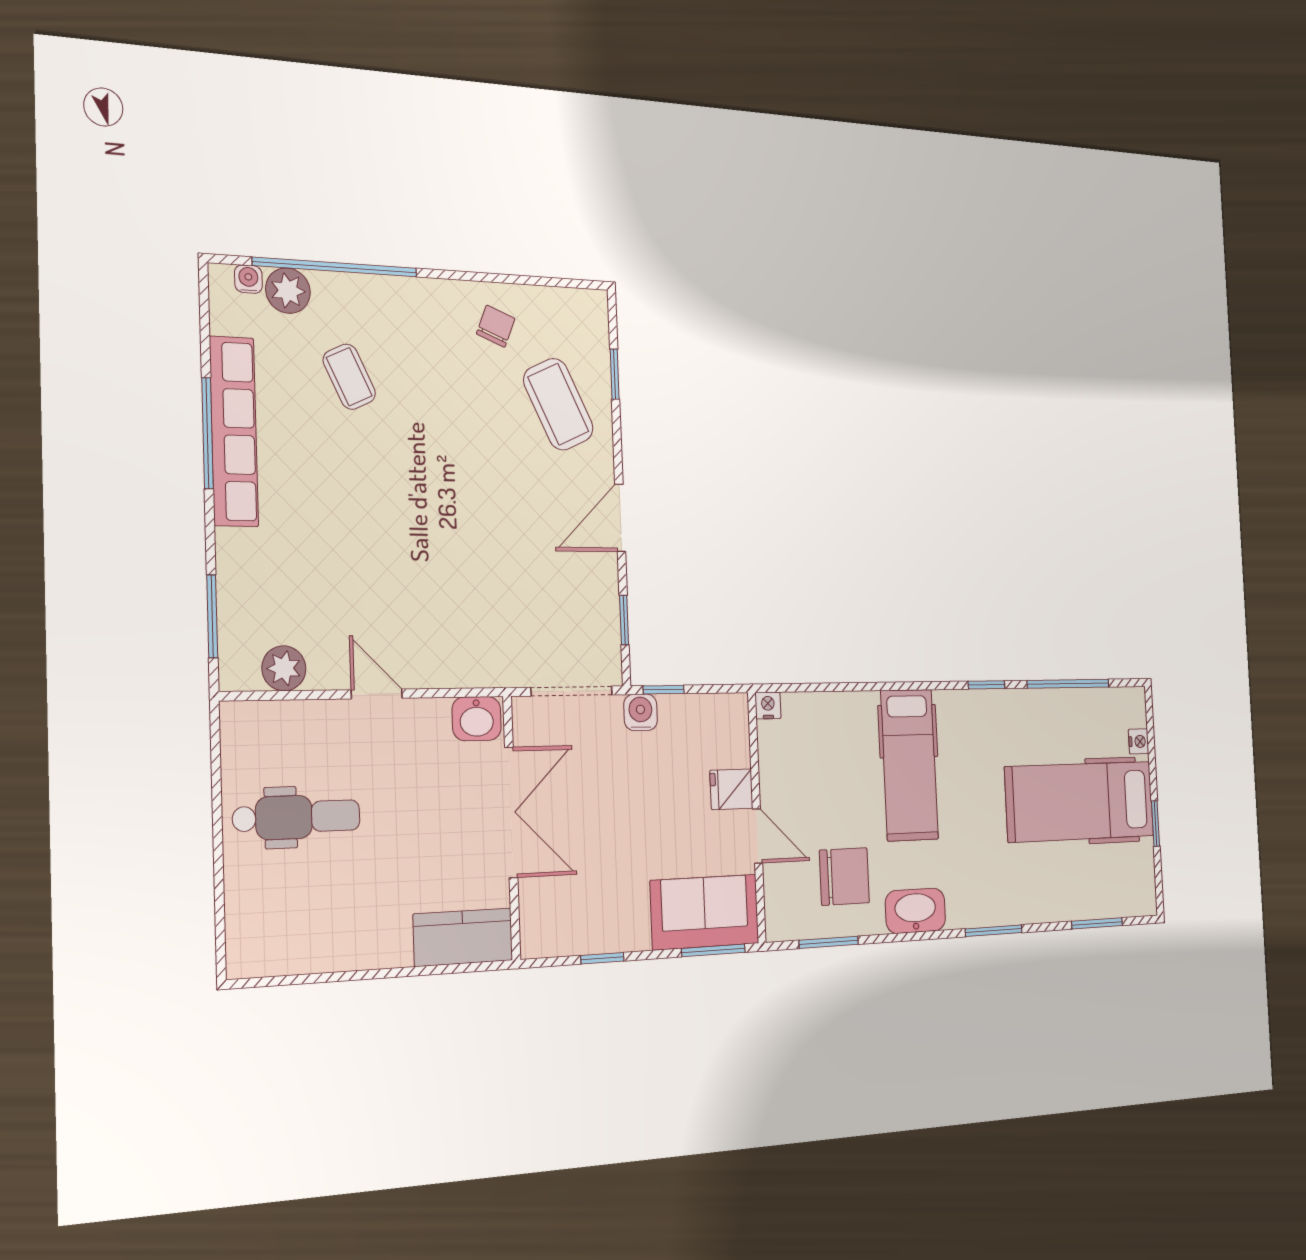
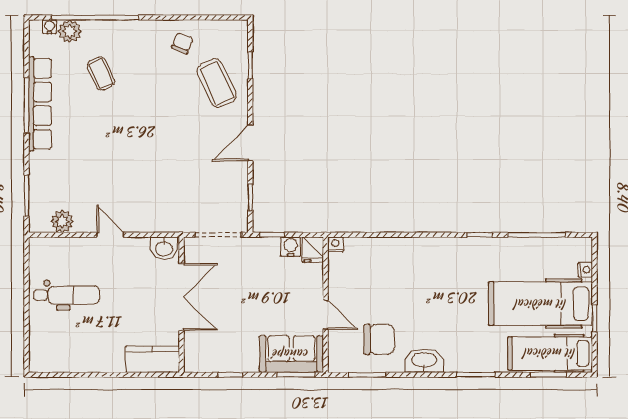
water cooler: (641, 712) -> (291, 247), moved
hospital bed: (909, 765) -> (550, 353), moved, turned 90
fridge: (731, 789) -> (313, 250), moved, turned -90

